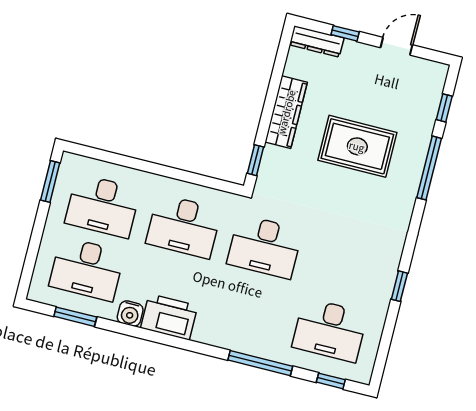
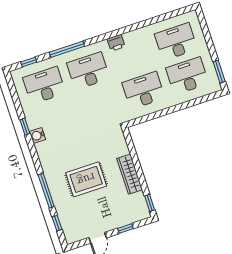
dresser: (317, 41) -> (136, 216), removed
window: (255, 160) -> (150, 203), moved
desk: (265, 247) -> (88, 71), moved
water cooler: (130, 314) -> (37, 135), moved, turned -90
window: (75, 317) -> (167, 16), removed
printer: (169, 317) -> (116, 43), width x0.53, depth x0.68

